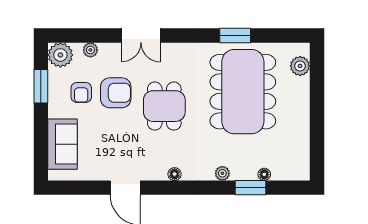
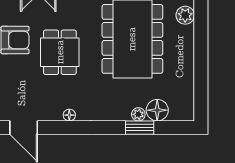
plant: (222, 173) -> (138, 114), moved
floor lamp: (264, 174) -> (157, 110), width x1.89, depth x1.89

